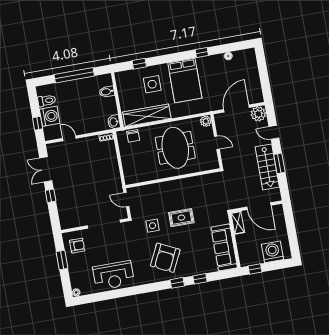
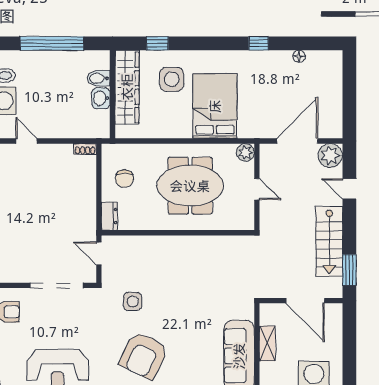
bed: (185, 80) -> (215, 106), moved, turned 180
wardrobe: (147, 115) -> (127, 87), moved, turned 90
washbasin: (114, 122) -> (101, 98), moved
chair: (133, 136) -> (124, 179), moved
meeting table: (175, 148) -> (190, 186), turned 90
window: (279, 163) -> (349, 270), moved
dresser: (129, 175) -> (109, 216), added
rug: (181, 218) -> (180, 297), removed
shelving: (238, 223) -> (267, 343), moved

